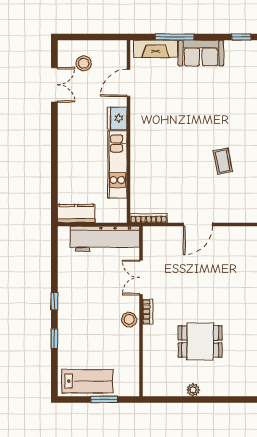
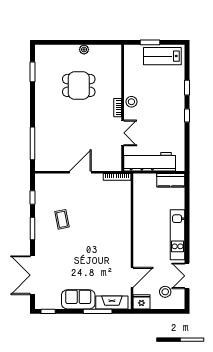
fridge: (117, 118) -> (141, 302), moved, turned -90
kitchen unit: (117, 164) -> (178, 235), moved, turned 180

